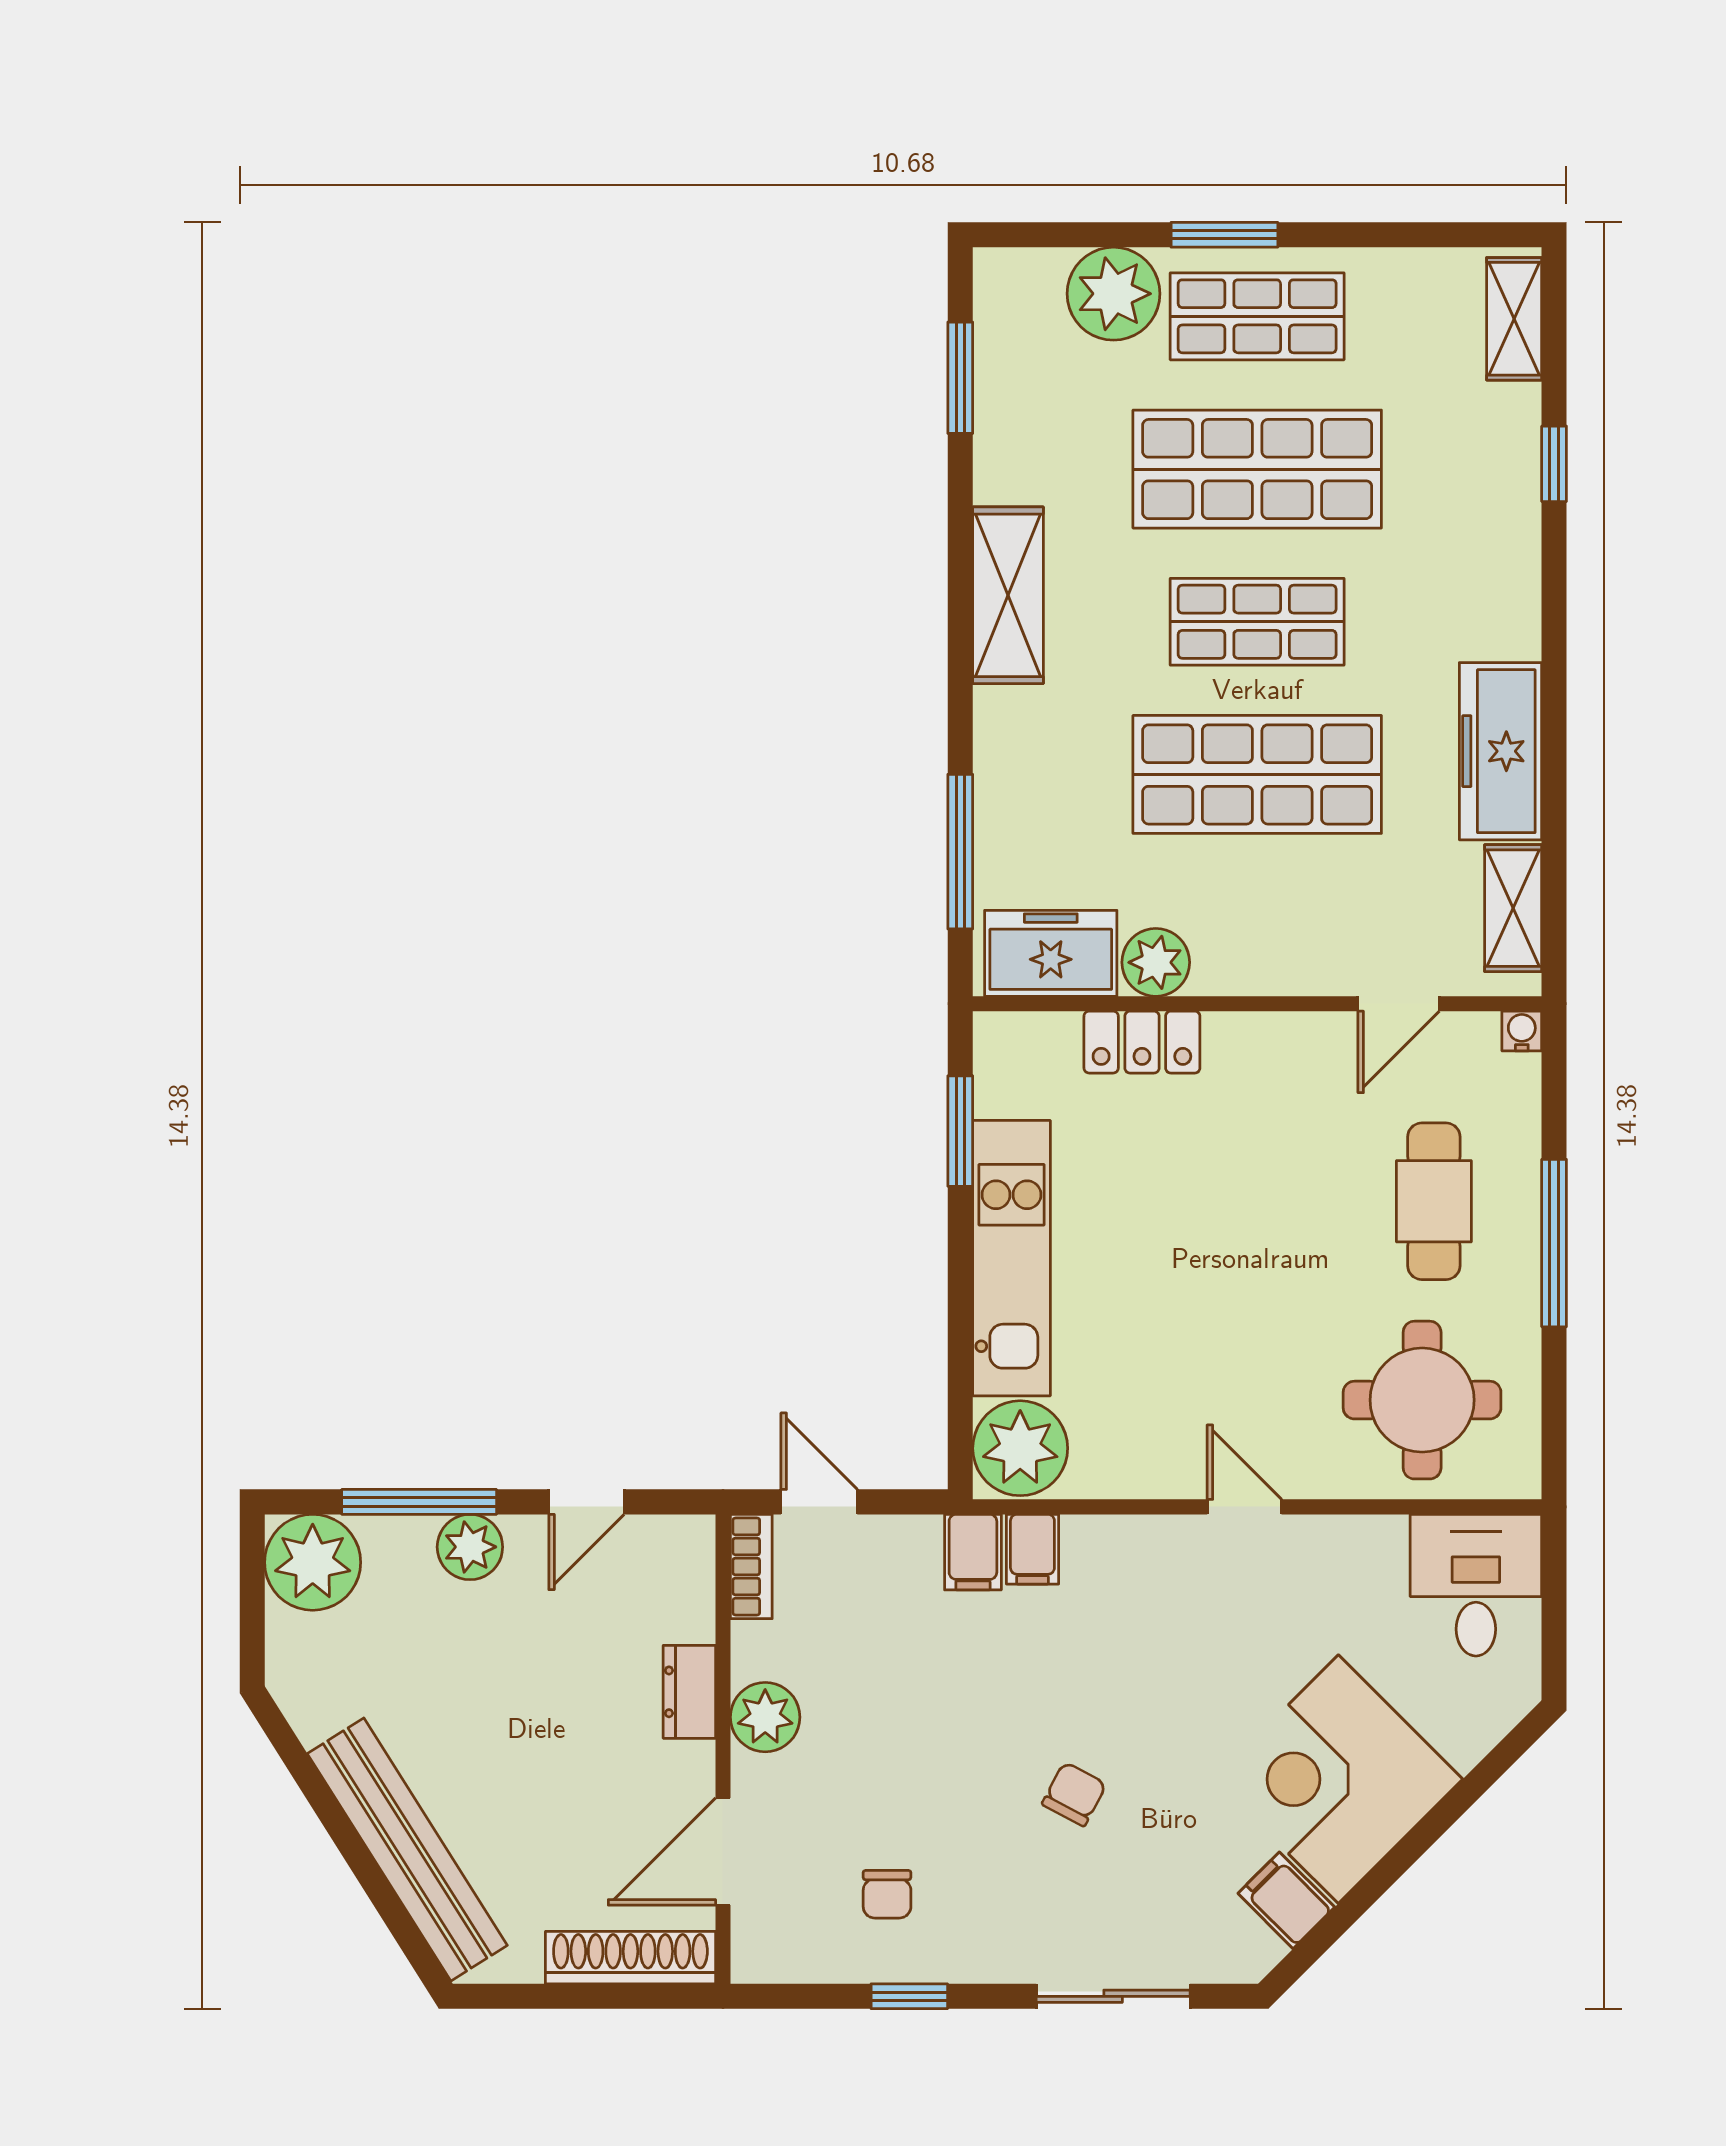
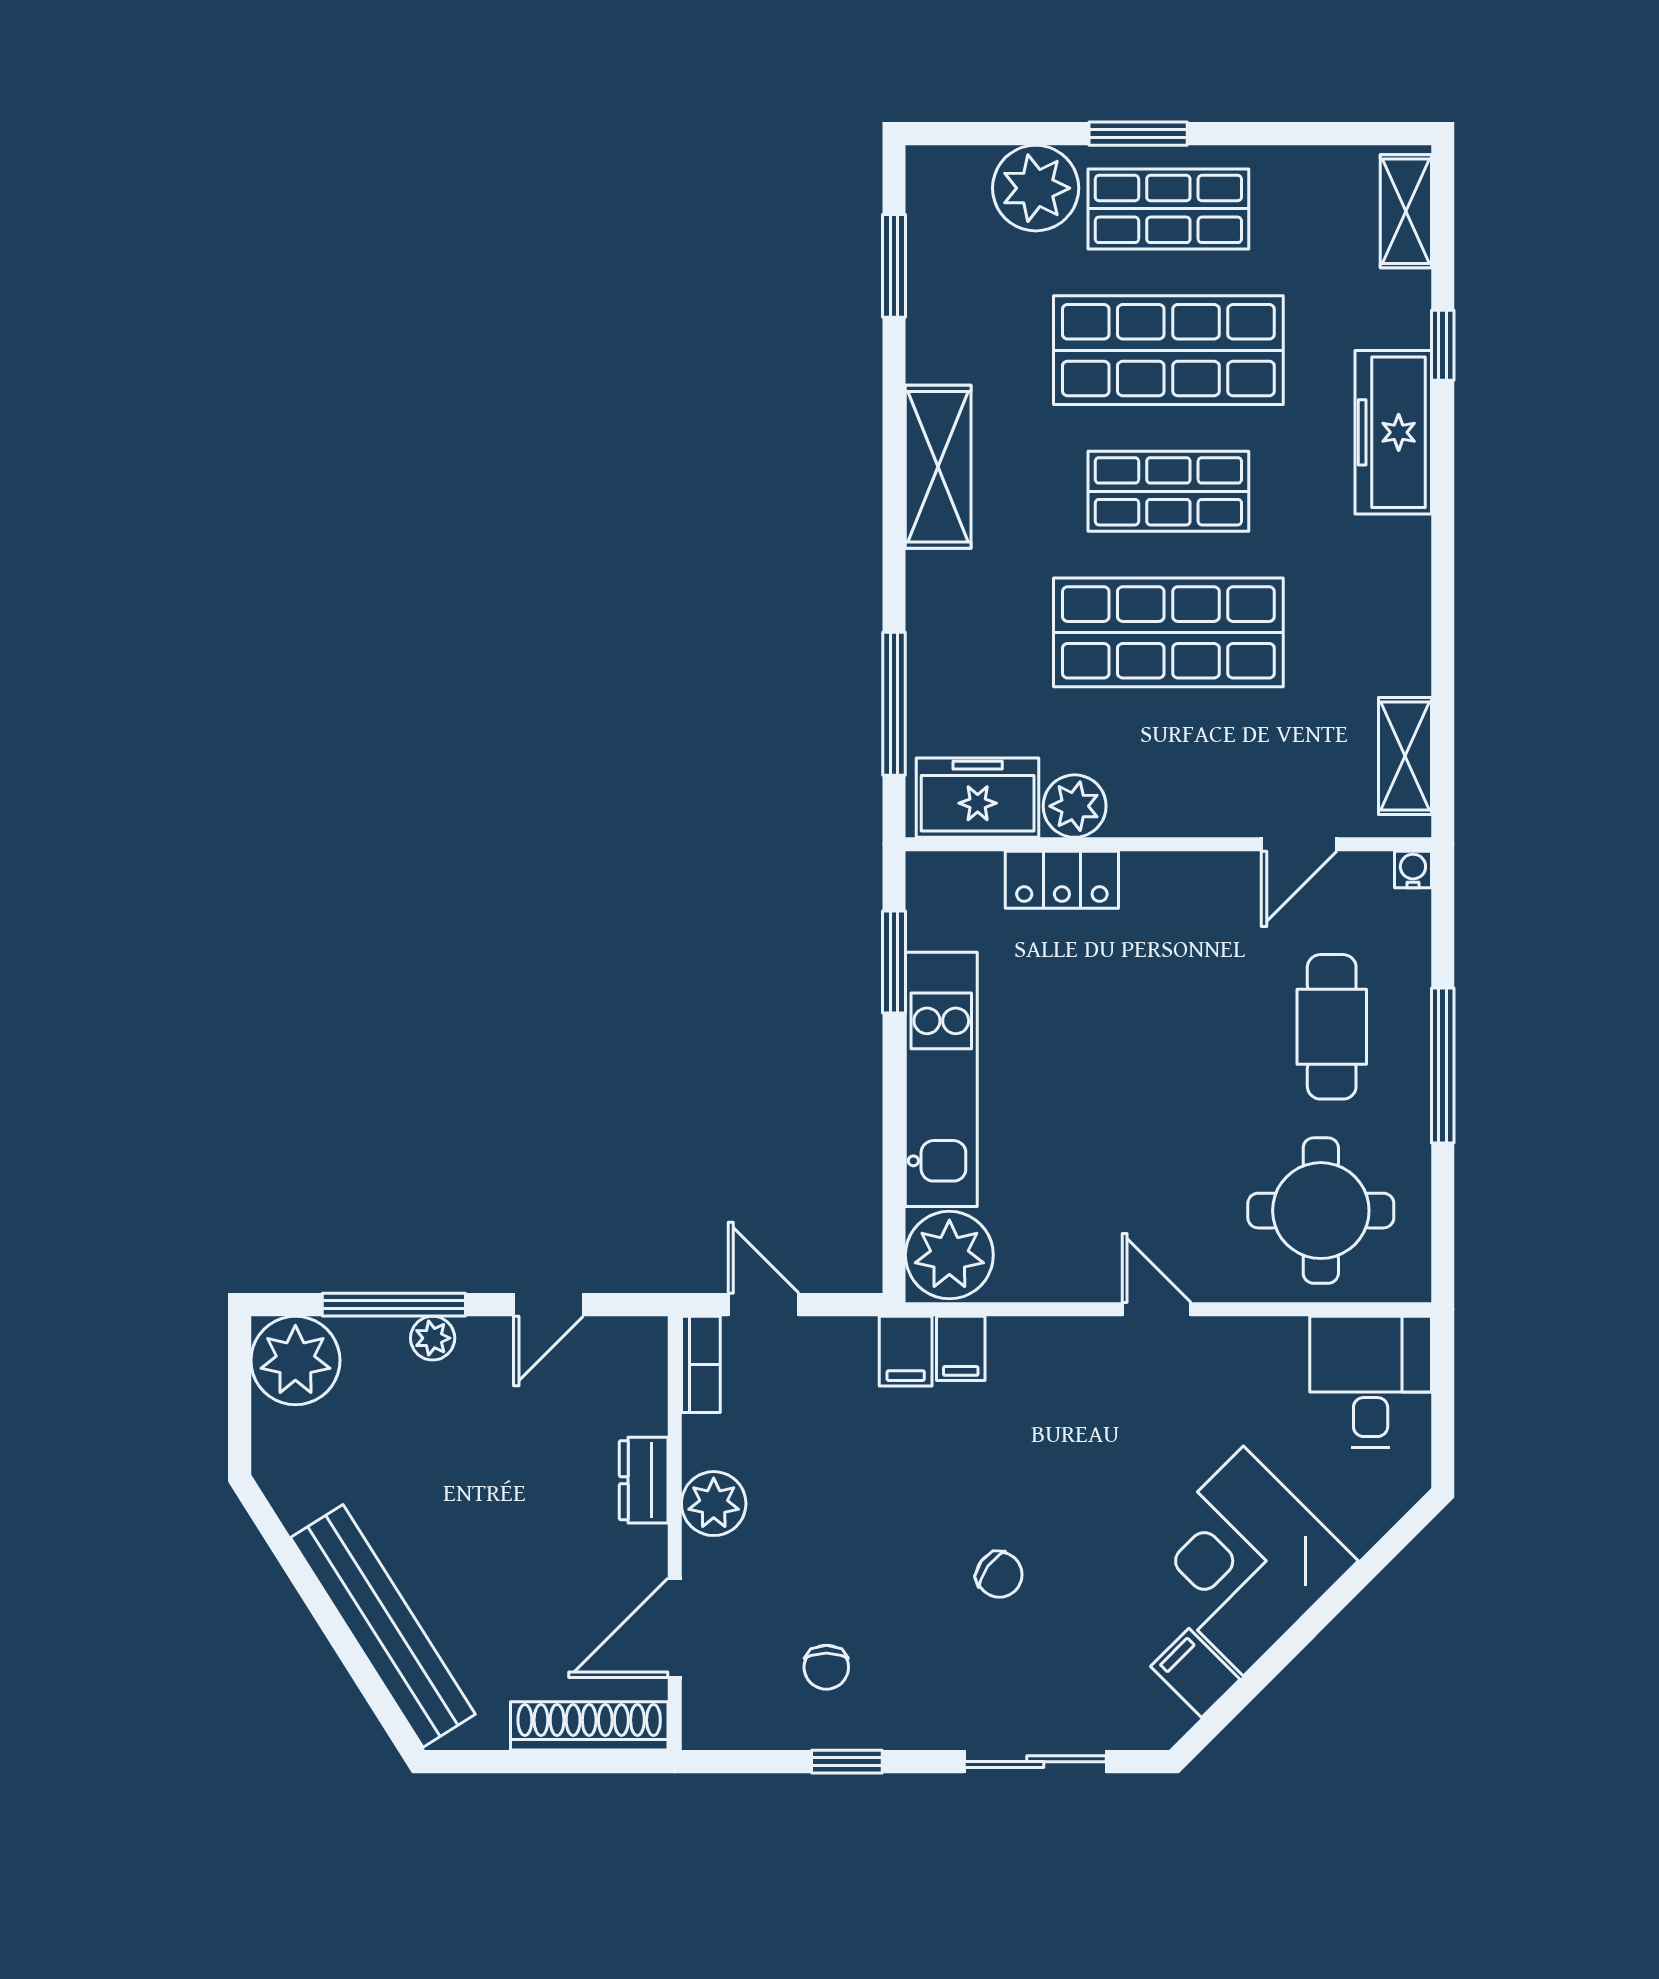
freezer: (1500, 751) -> (1393, 432), moved
plant: (470, 1547) -> (433, 1338), width x0.73, depth x0.73
chair: (1074, 1794) -> (999, 1575), turned 98

